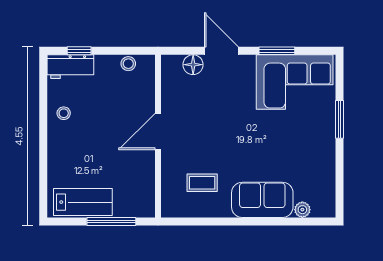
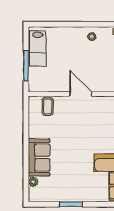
window: (339, 119) -> (71, 204), moved
coffee table: (202, 183) -> (48, 106), moved

